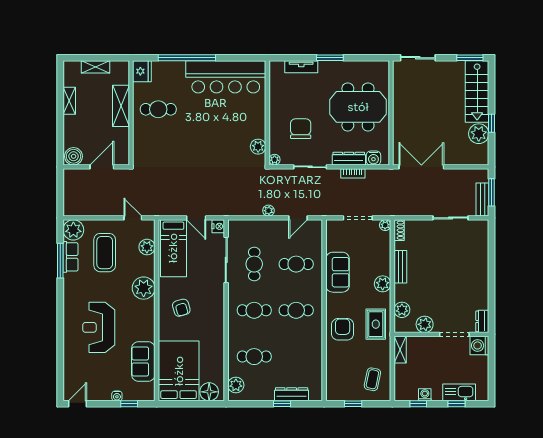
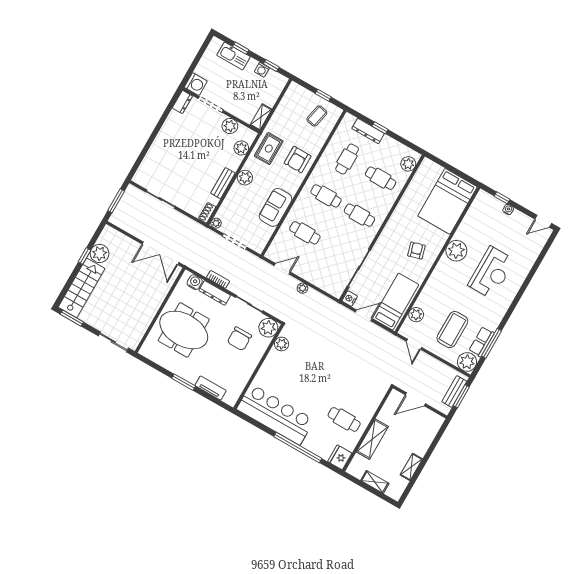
boiler: (74, 156) -> (433, 421), removed
plant: (275, 160) -> (268, 328), width x1.87, depth x1.87
window: (60, 194) -> (461, 396), added
bench: (482, 200) -> (454, 391), moved
door: (196, 218) -> (364, 315), hinge flipped
cafe table: (254, 264) -> (347, 159), moved
plant: (144, 288) -> (456, 251), moved
sofa: (143, 361) -> (471, 225), removed
coffee table: (372, 379) -> (317, 116), moved
floor lamp: (209, 392) -> (433, 171), removed

